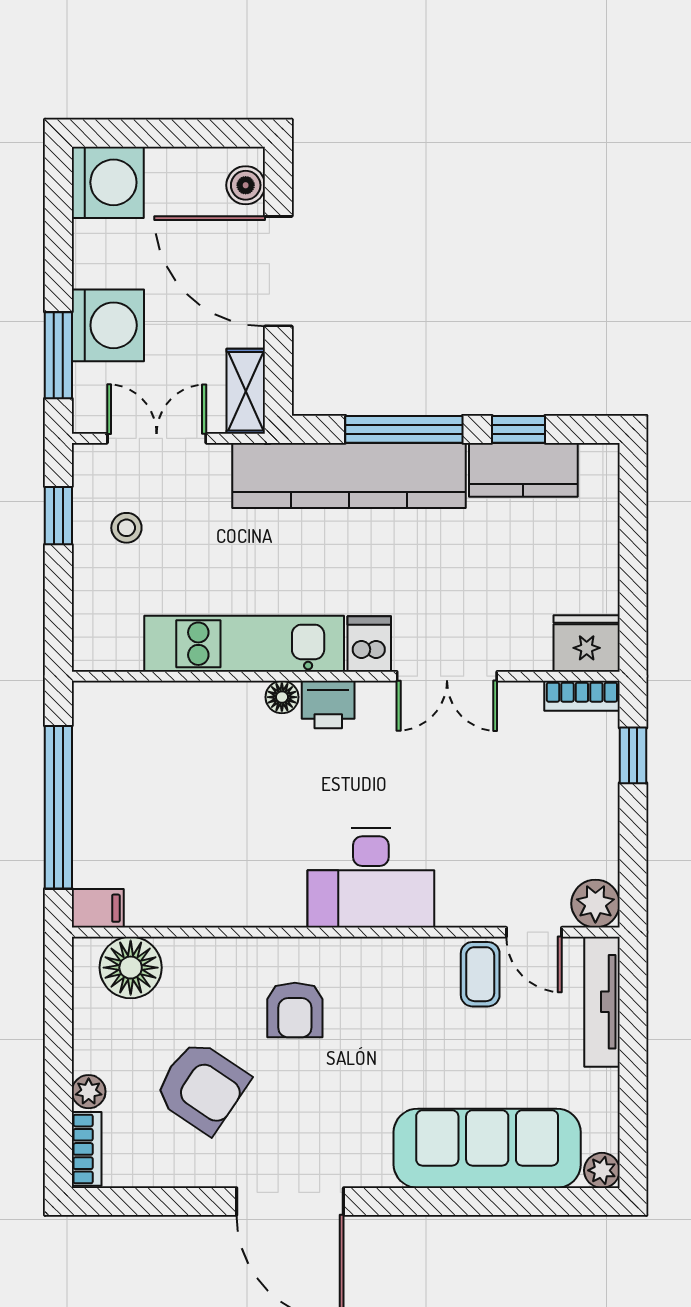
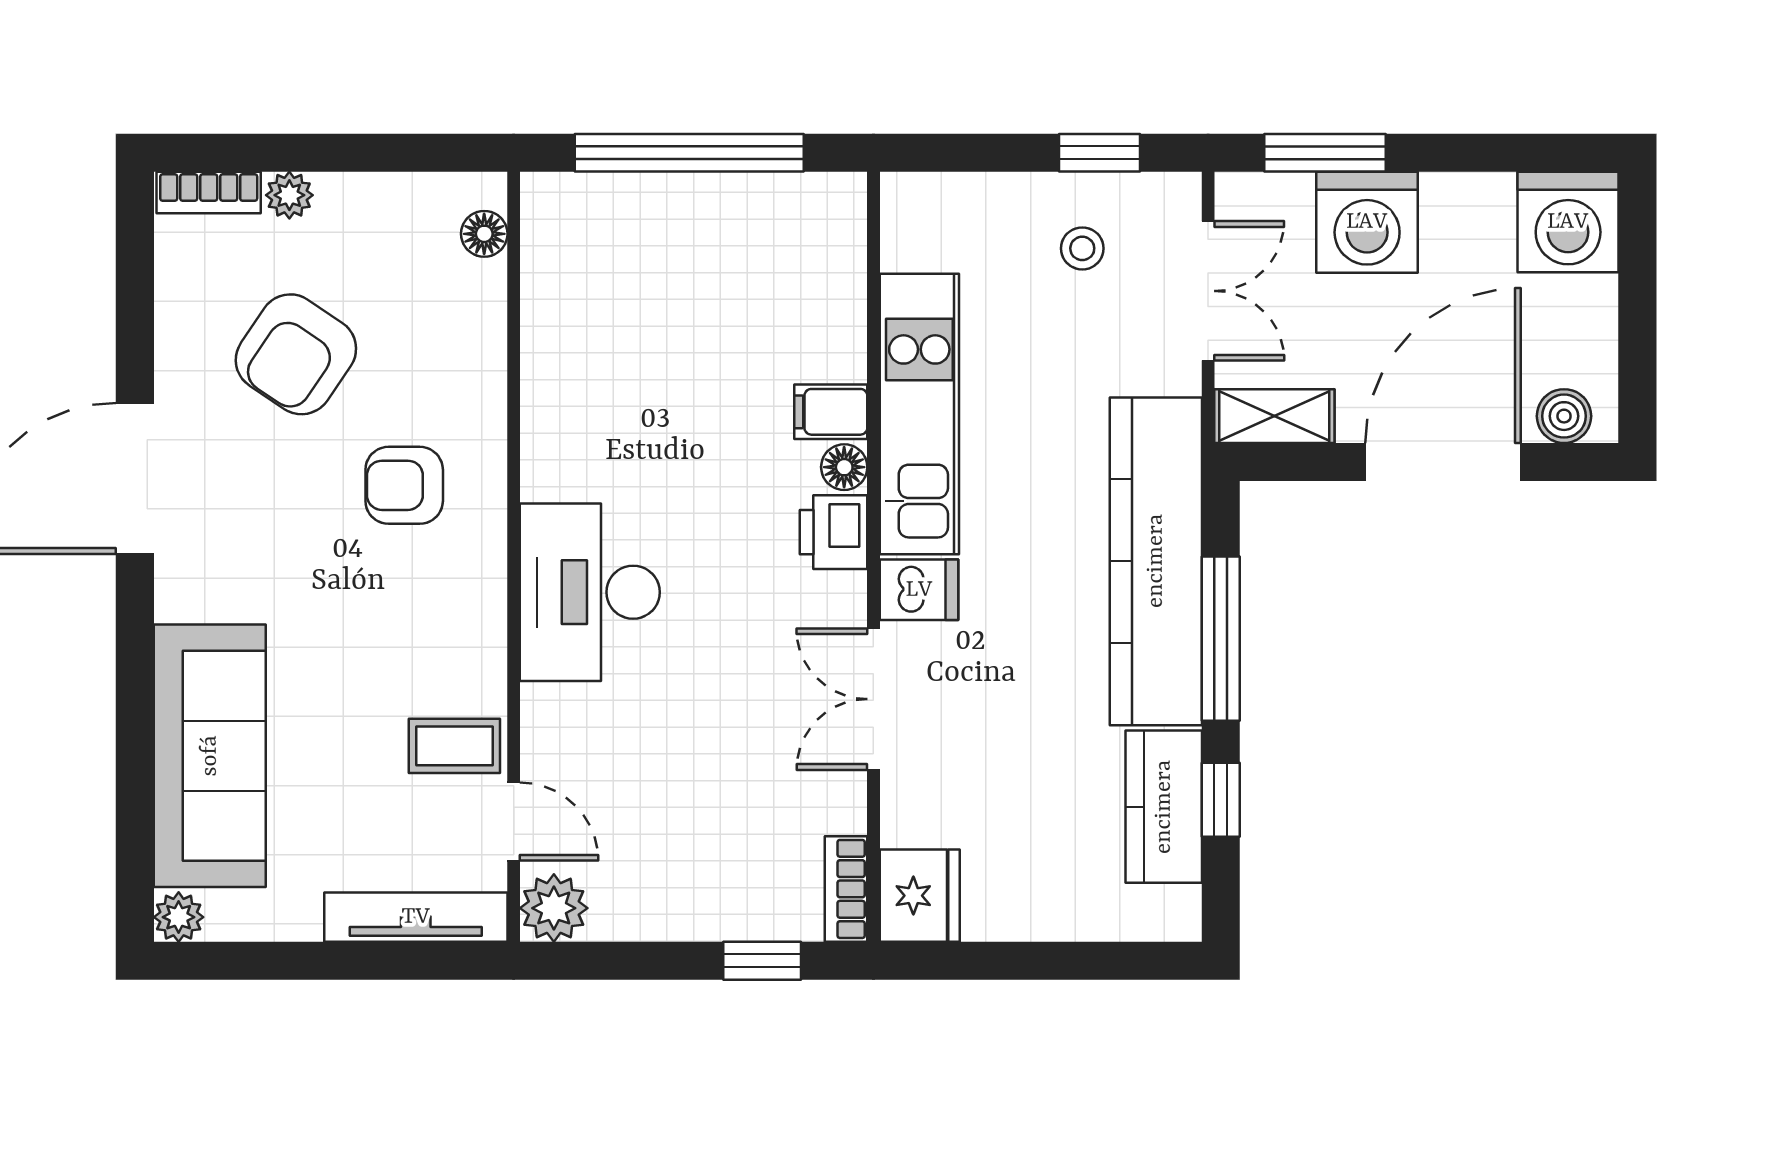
filing cabinet: (98, 908) -> (831, 412), moved, turned 90
door: (534, 932) -> (514, 822), swing flipped
floor lamp: (131, 968) -> (484, 234), width x0.53, depth x0.53

